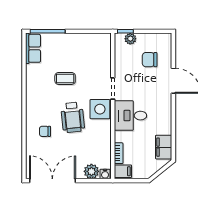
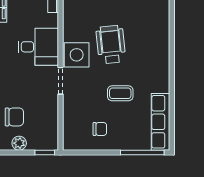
plant: (130, 39) -> (19, 143), moved
row of seats: (33, 48) -> (160, 122), width x1.48
chair: (45, 131) -> (100, 129), moved

